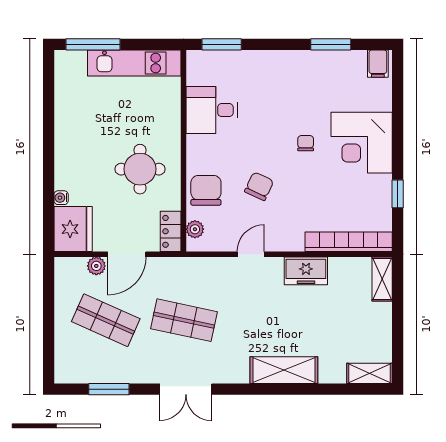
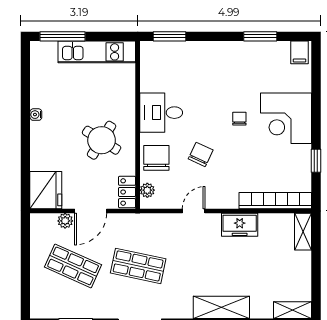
desk: (212, 110) -> (161, 113), moved
round table: (140, 169) -> (102, 140), turned 32
water cooler: (61, 198) -> (36, 115), moved

